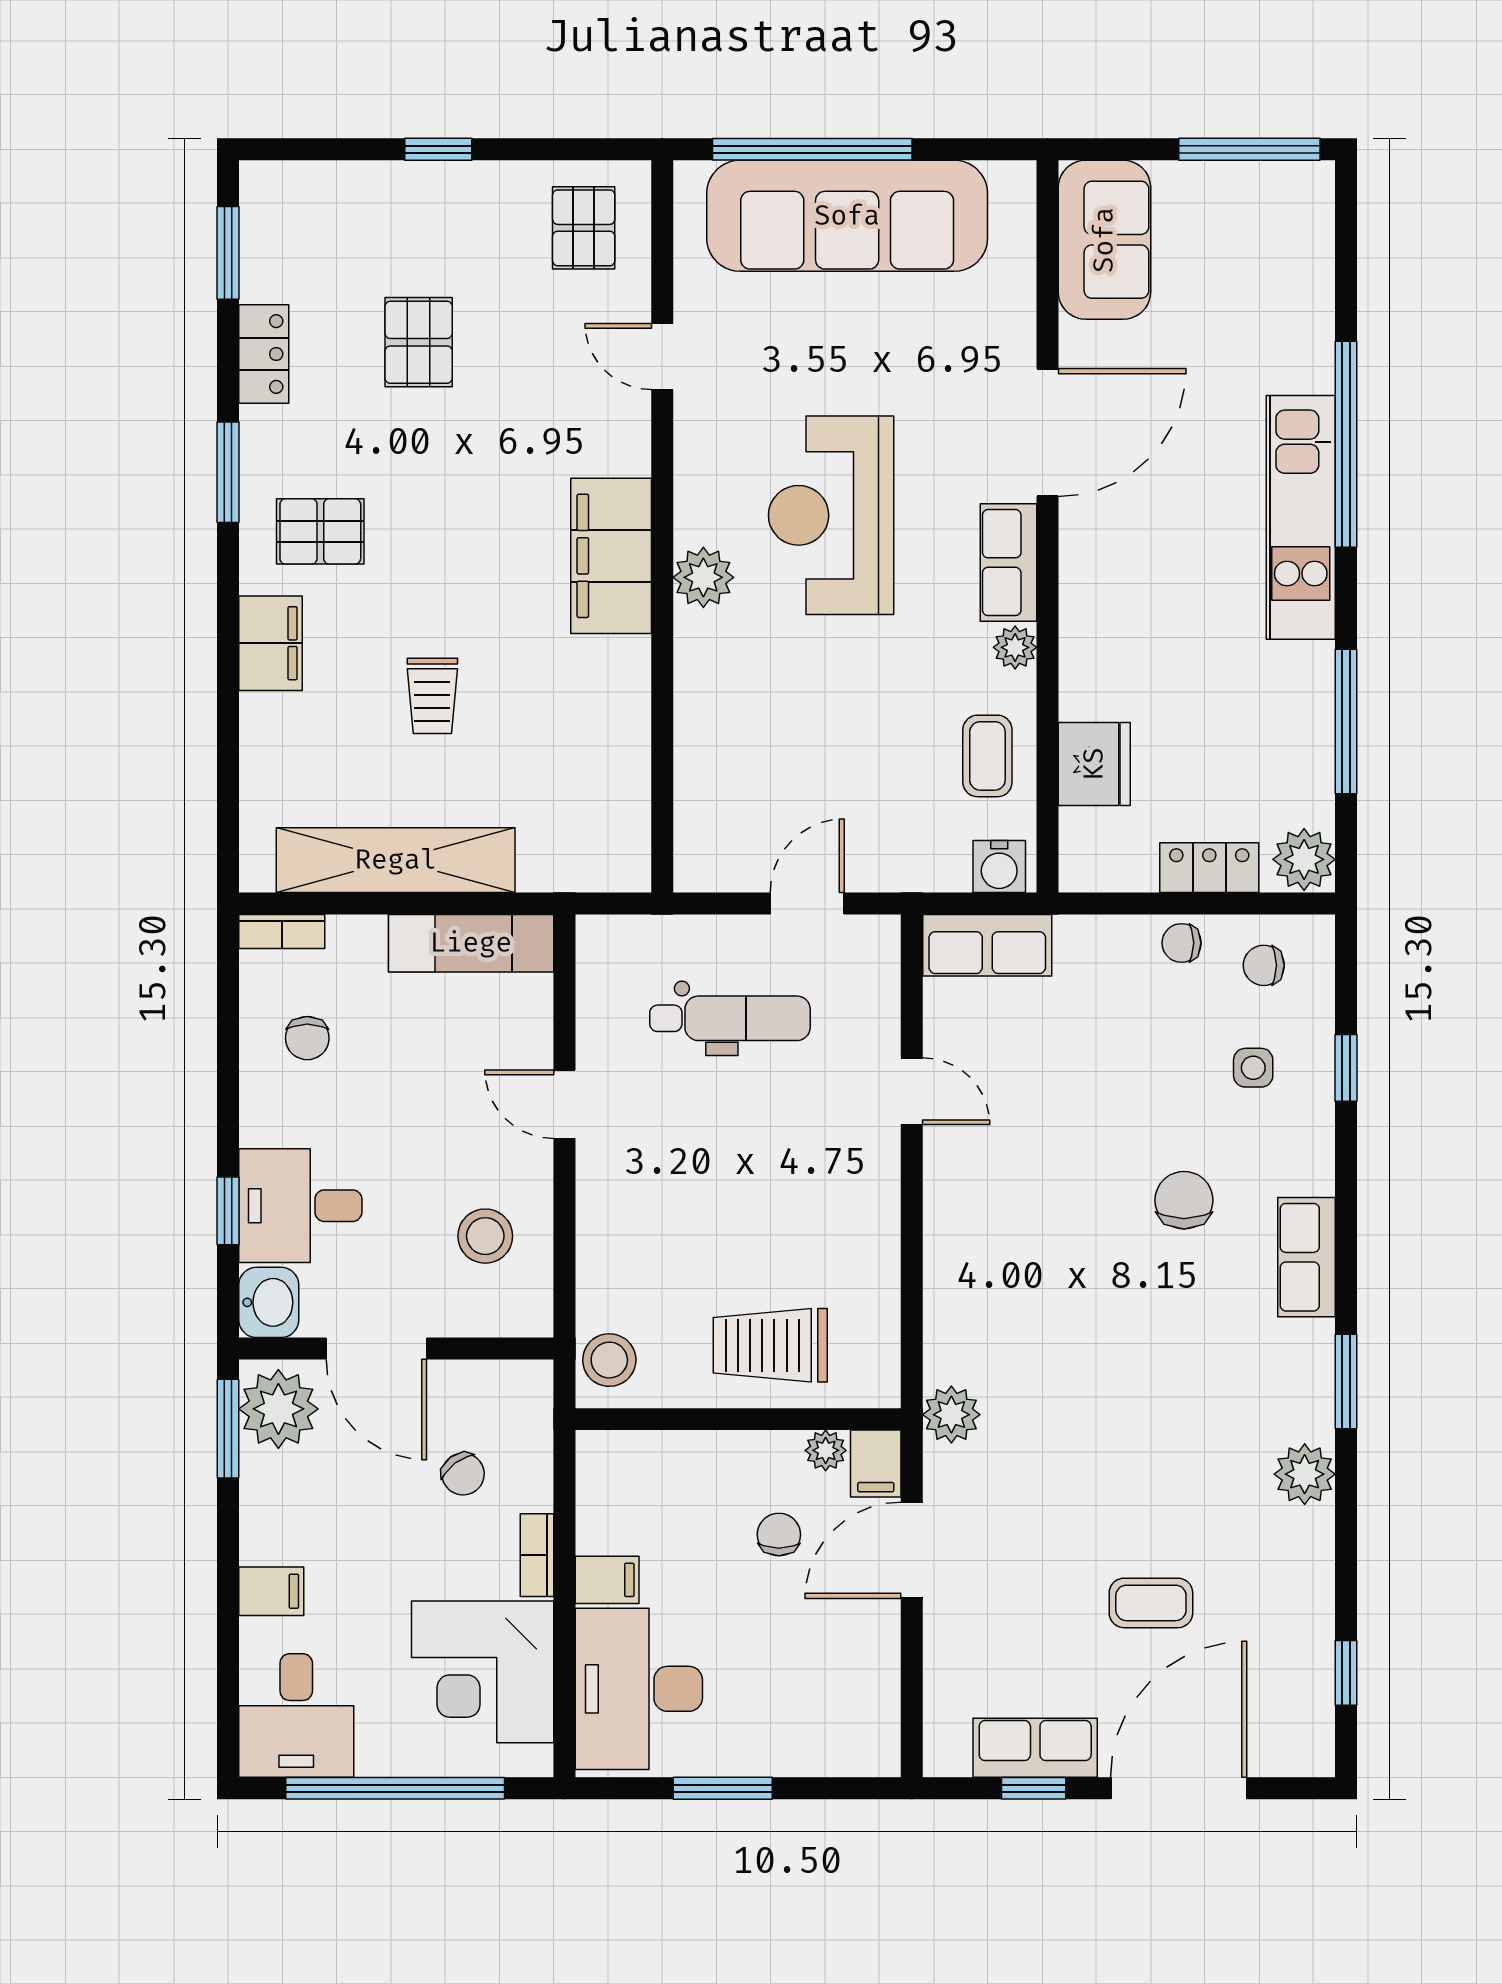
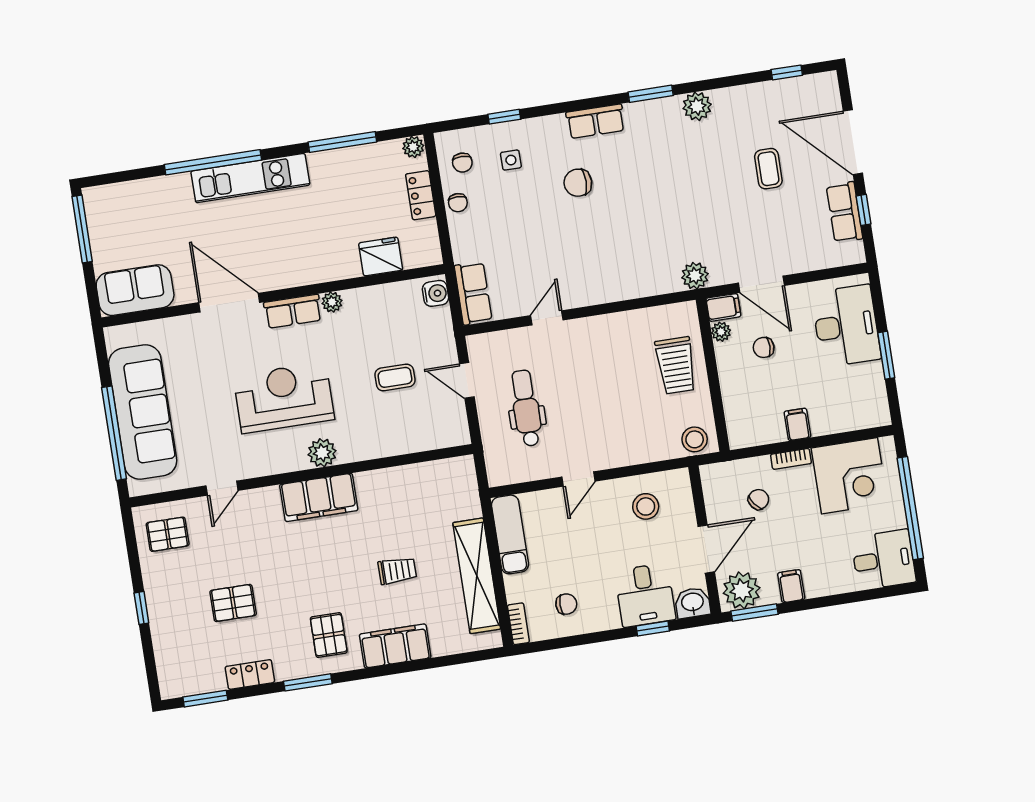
reception desk: (831, 515) -> (284, 398), turned 180
filing cabinet: (270, 643) -> (395, 646), width x1.50, depth x1.17
coffee table: (987, 756) -> (395, 377), moved
plant: (1304, 859) -> (413, 147), width x0.73, depth x0.73
filing cabinet: (271, 1591) -> (791, 586), moved
desk: (639, 1689) -> (846, 326), moved, turned -90

